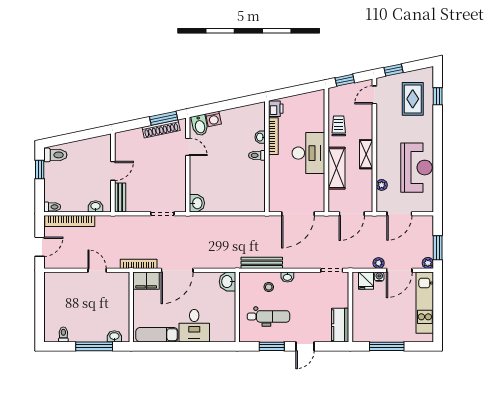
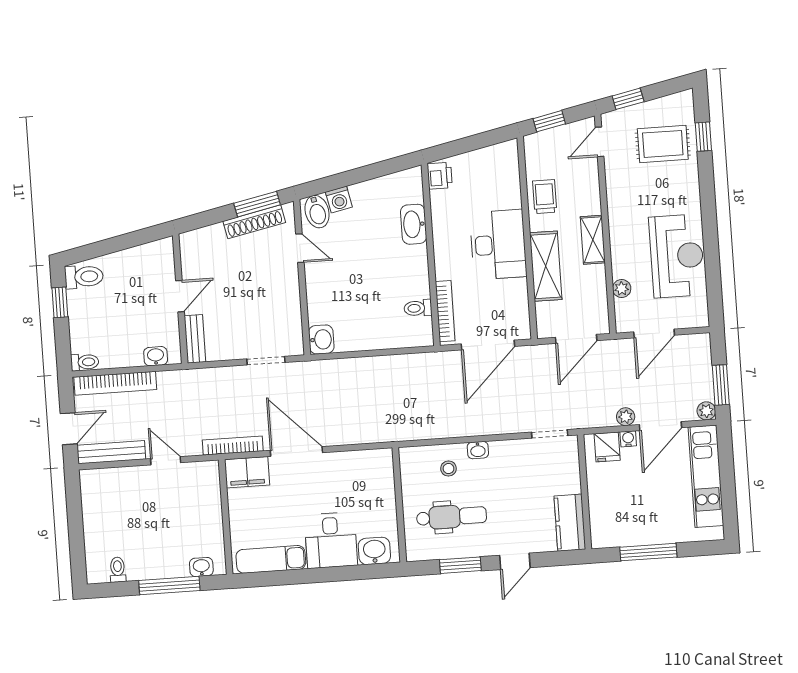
rug: (413, 99) -> (663, 144), turned 90
bookcase: (273, 136) -> (445, 311), moved
washbasin: (260, 137) -> (414, 224), width x1.91, depth x1.45
toilet: (257, 155) -> (418, 308), moved
bench: (262, 263) -> (111, 452), moved
door: (177, 270) -> (296, 452), swing flipped
washbasin: (227, 282) -> (374, 551), moved, turned 90

